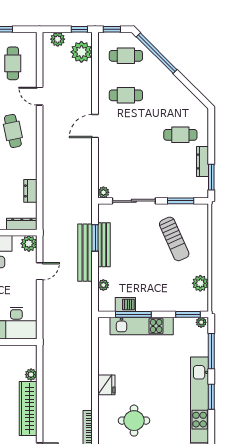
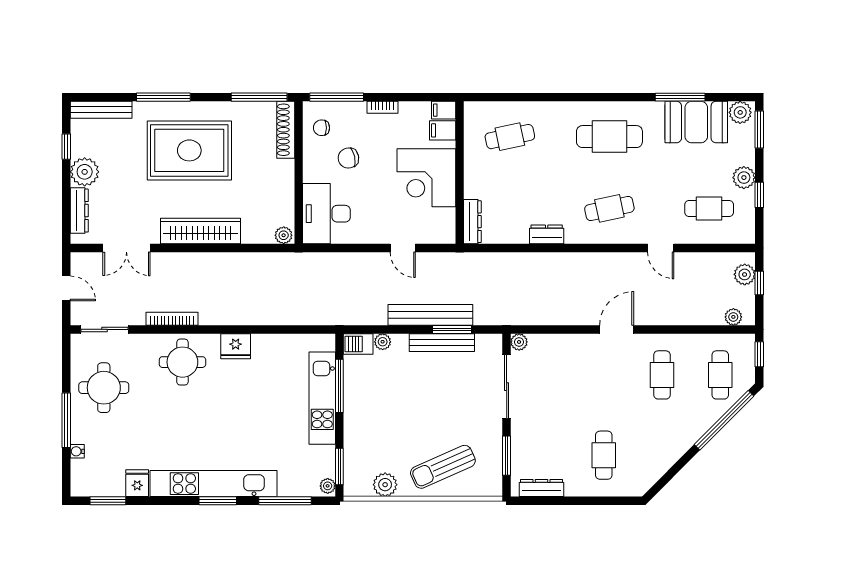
window: (79, 29) -> (759, 283), moved
plant: (81, 52) -> (733, 317), width x0.53, depth x0.53
door: (40, 96) -> (661, 248), swing flipped
door: (95, 126) -> (617, 329), hinge flipped
dresser: (203, 161) -> (541, 488), moved
window: (211, 177) -> (541, 501), removed
dresser: (30, 191) -> (547, 234), moved
sun lounger: (174, 239) -> (443, 467), moved
plant: (29, 244) -> (444, 232), removed
barbecue: (125, 304) -> (358, 344), moved, turned 90
plant: (31, 375) -> (284, 235), moved
round table: (134, 421) -> (182, 362), moved

